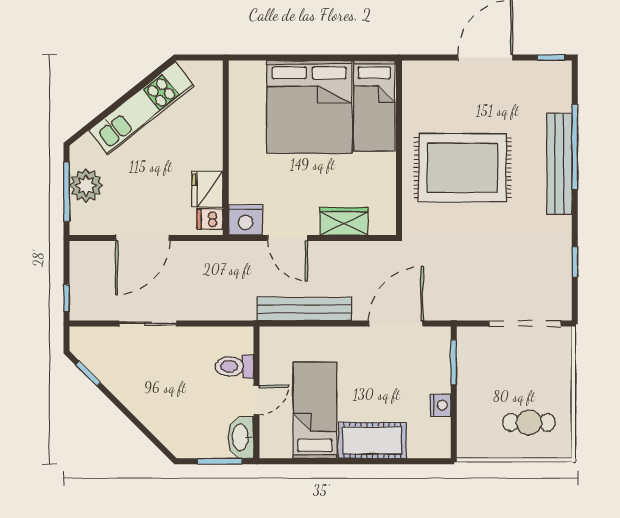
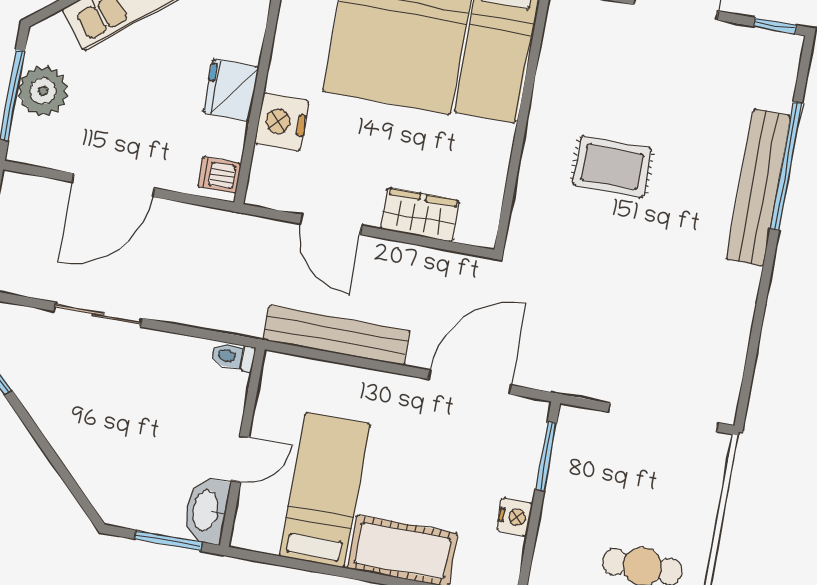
rug: (463, 168) -> (612, 167), width x0.54, depth x0.49
fridge: (207, 189) -> (231, 90), moved
nightstand: (246, 220) -> (282, 122), moved, turned 90
window: (575, 262) -> (755, 338), removed
toilet: (235, 366) -> (233, 357), moved, width x0.73, depth x0.72

